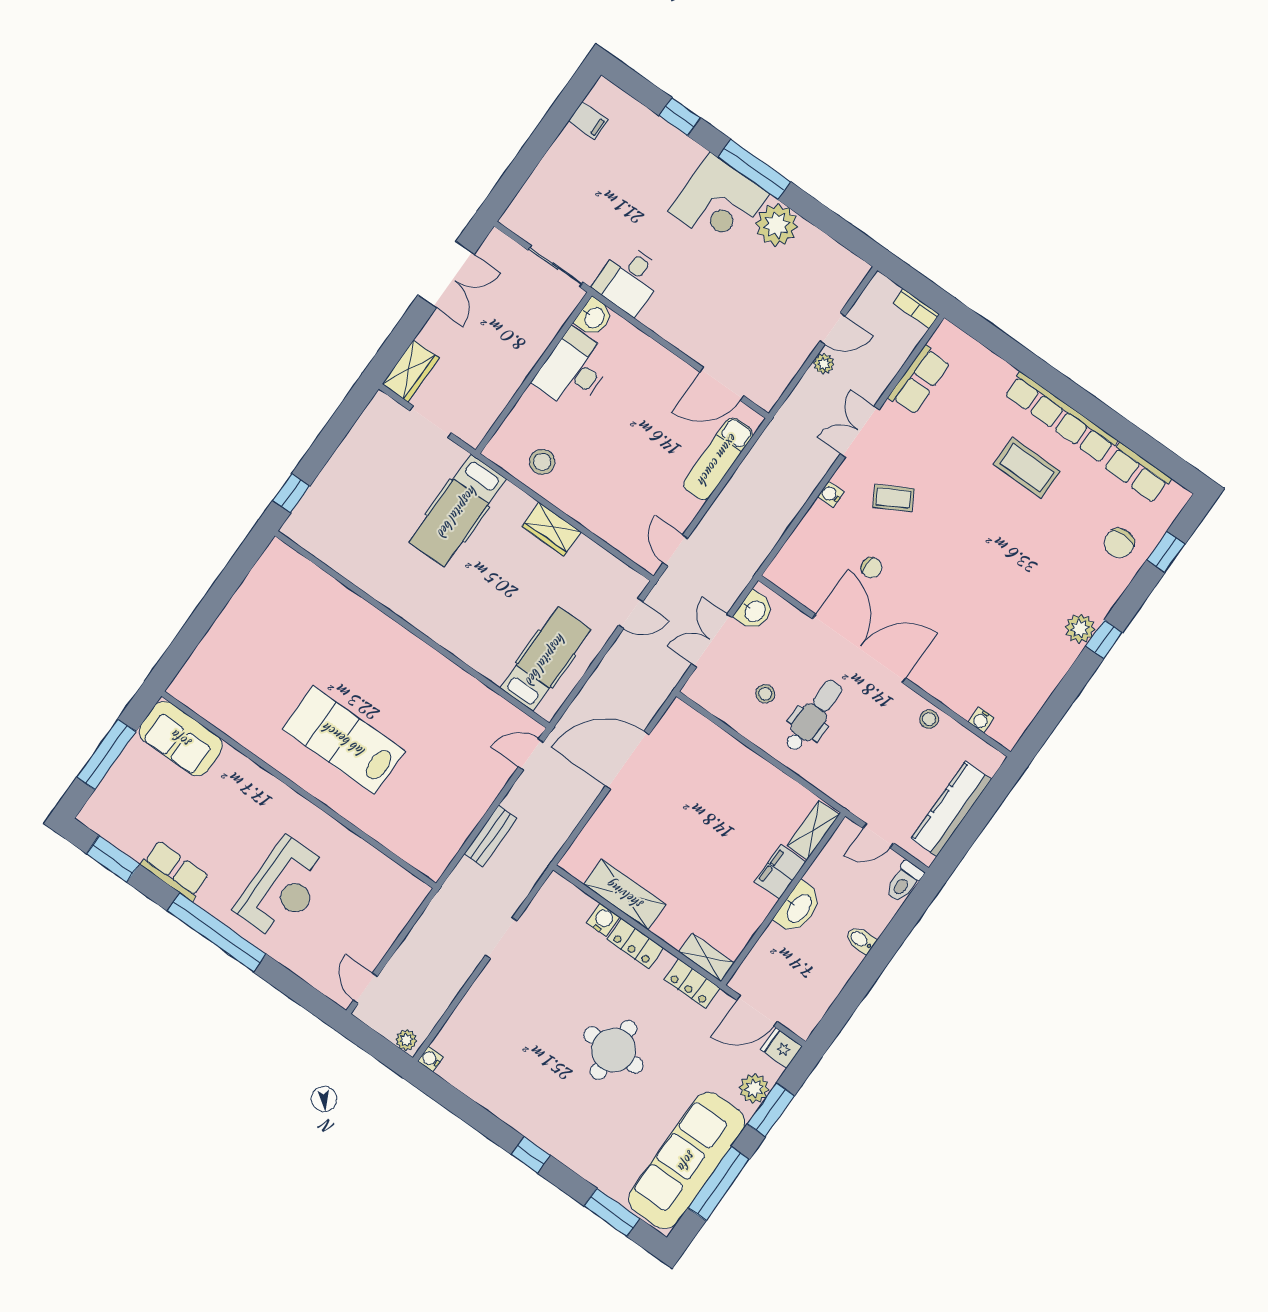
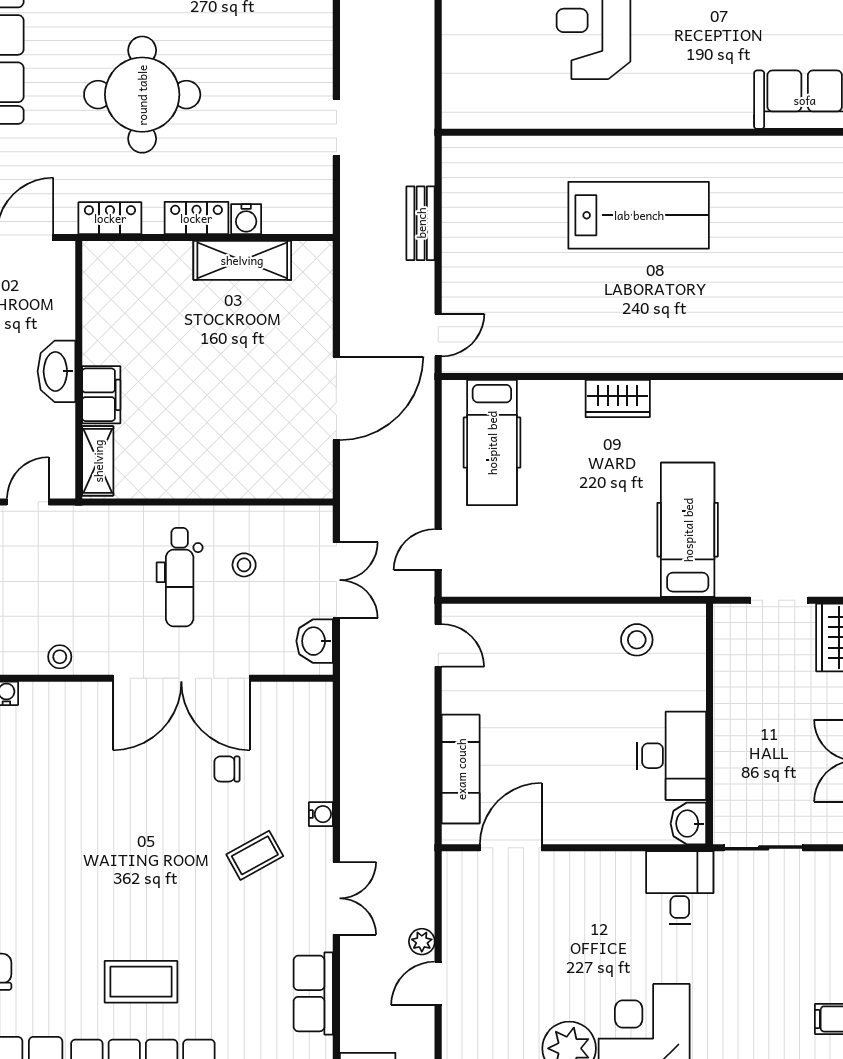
wardrobe: (552, 529) -> (618, 398), moved, turned 180
shelving: (707, 957) -> (114, 255), removed
round table: (614, 1050) -> (142, 95), width x1.36, depth x1.36

